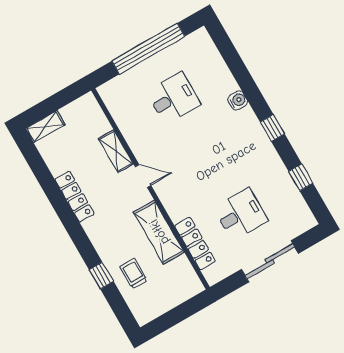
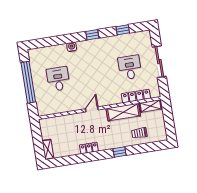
shelving: (116, 151) -> (151, 106), moved
locker: (74, 197) -> (89, 148), width x0.66
window: (101, 276) -> (120, 152), moved

